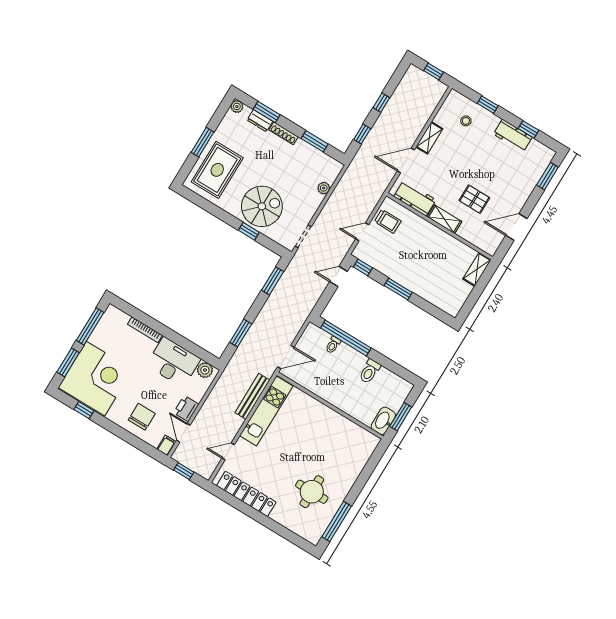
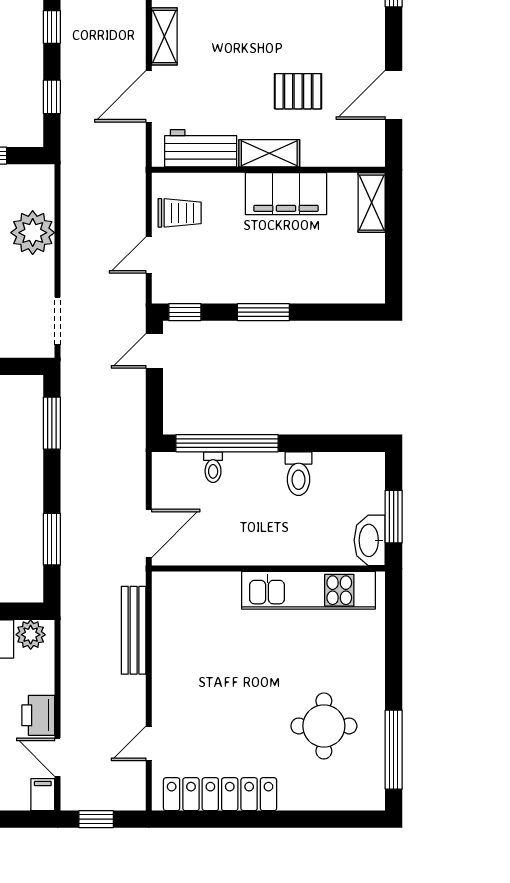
plant: (324, 188) -> (33, 233), width x1.88, depth x1.88
filing cabinet: (441, 242) -> (286, 194), added
kitchen unit: (266, 411) -> (308, 590), moved, turned 90

